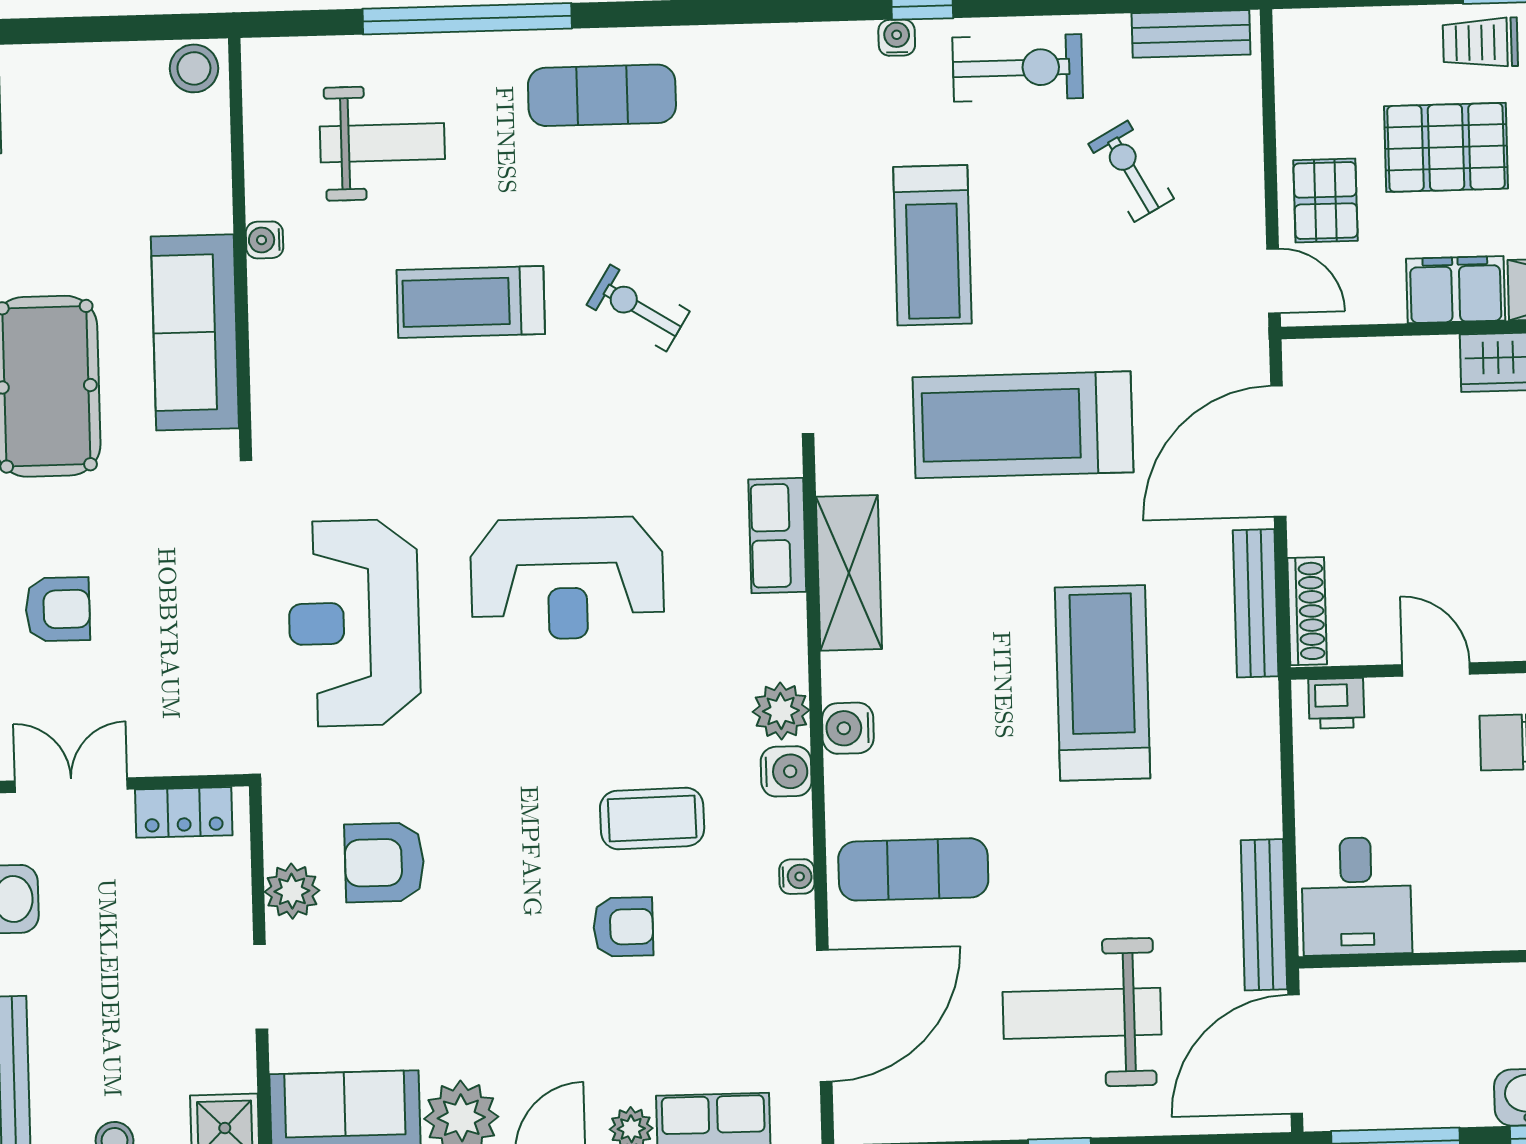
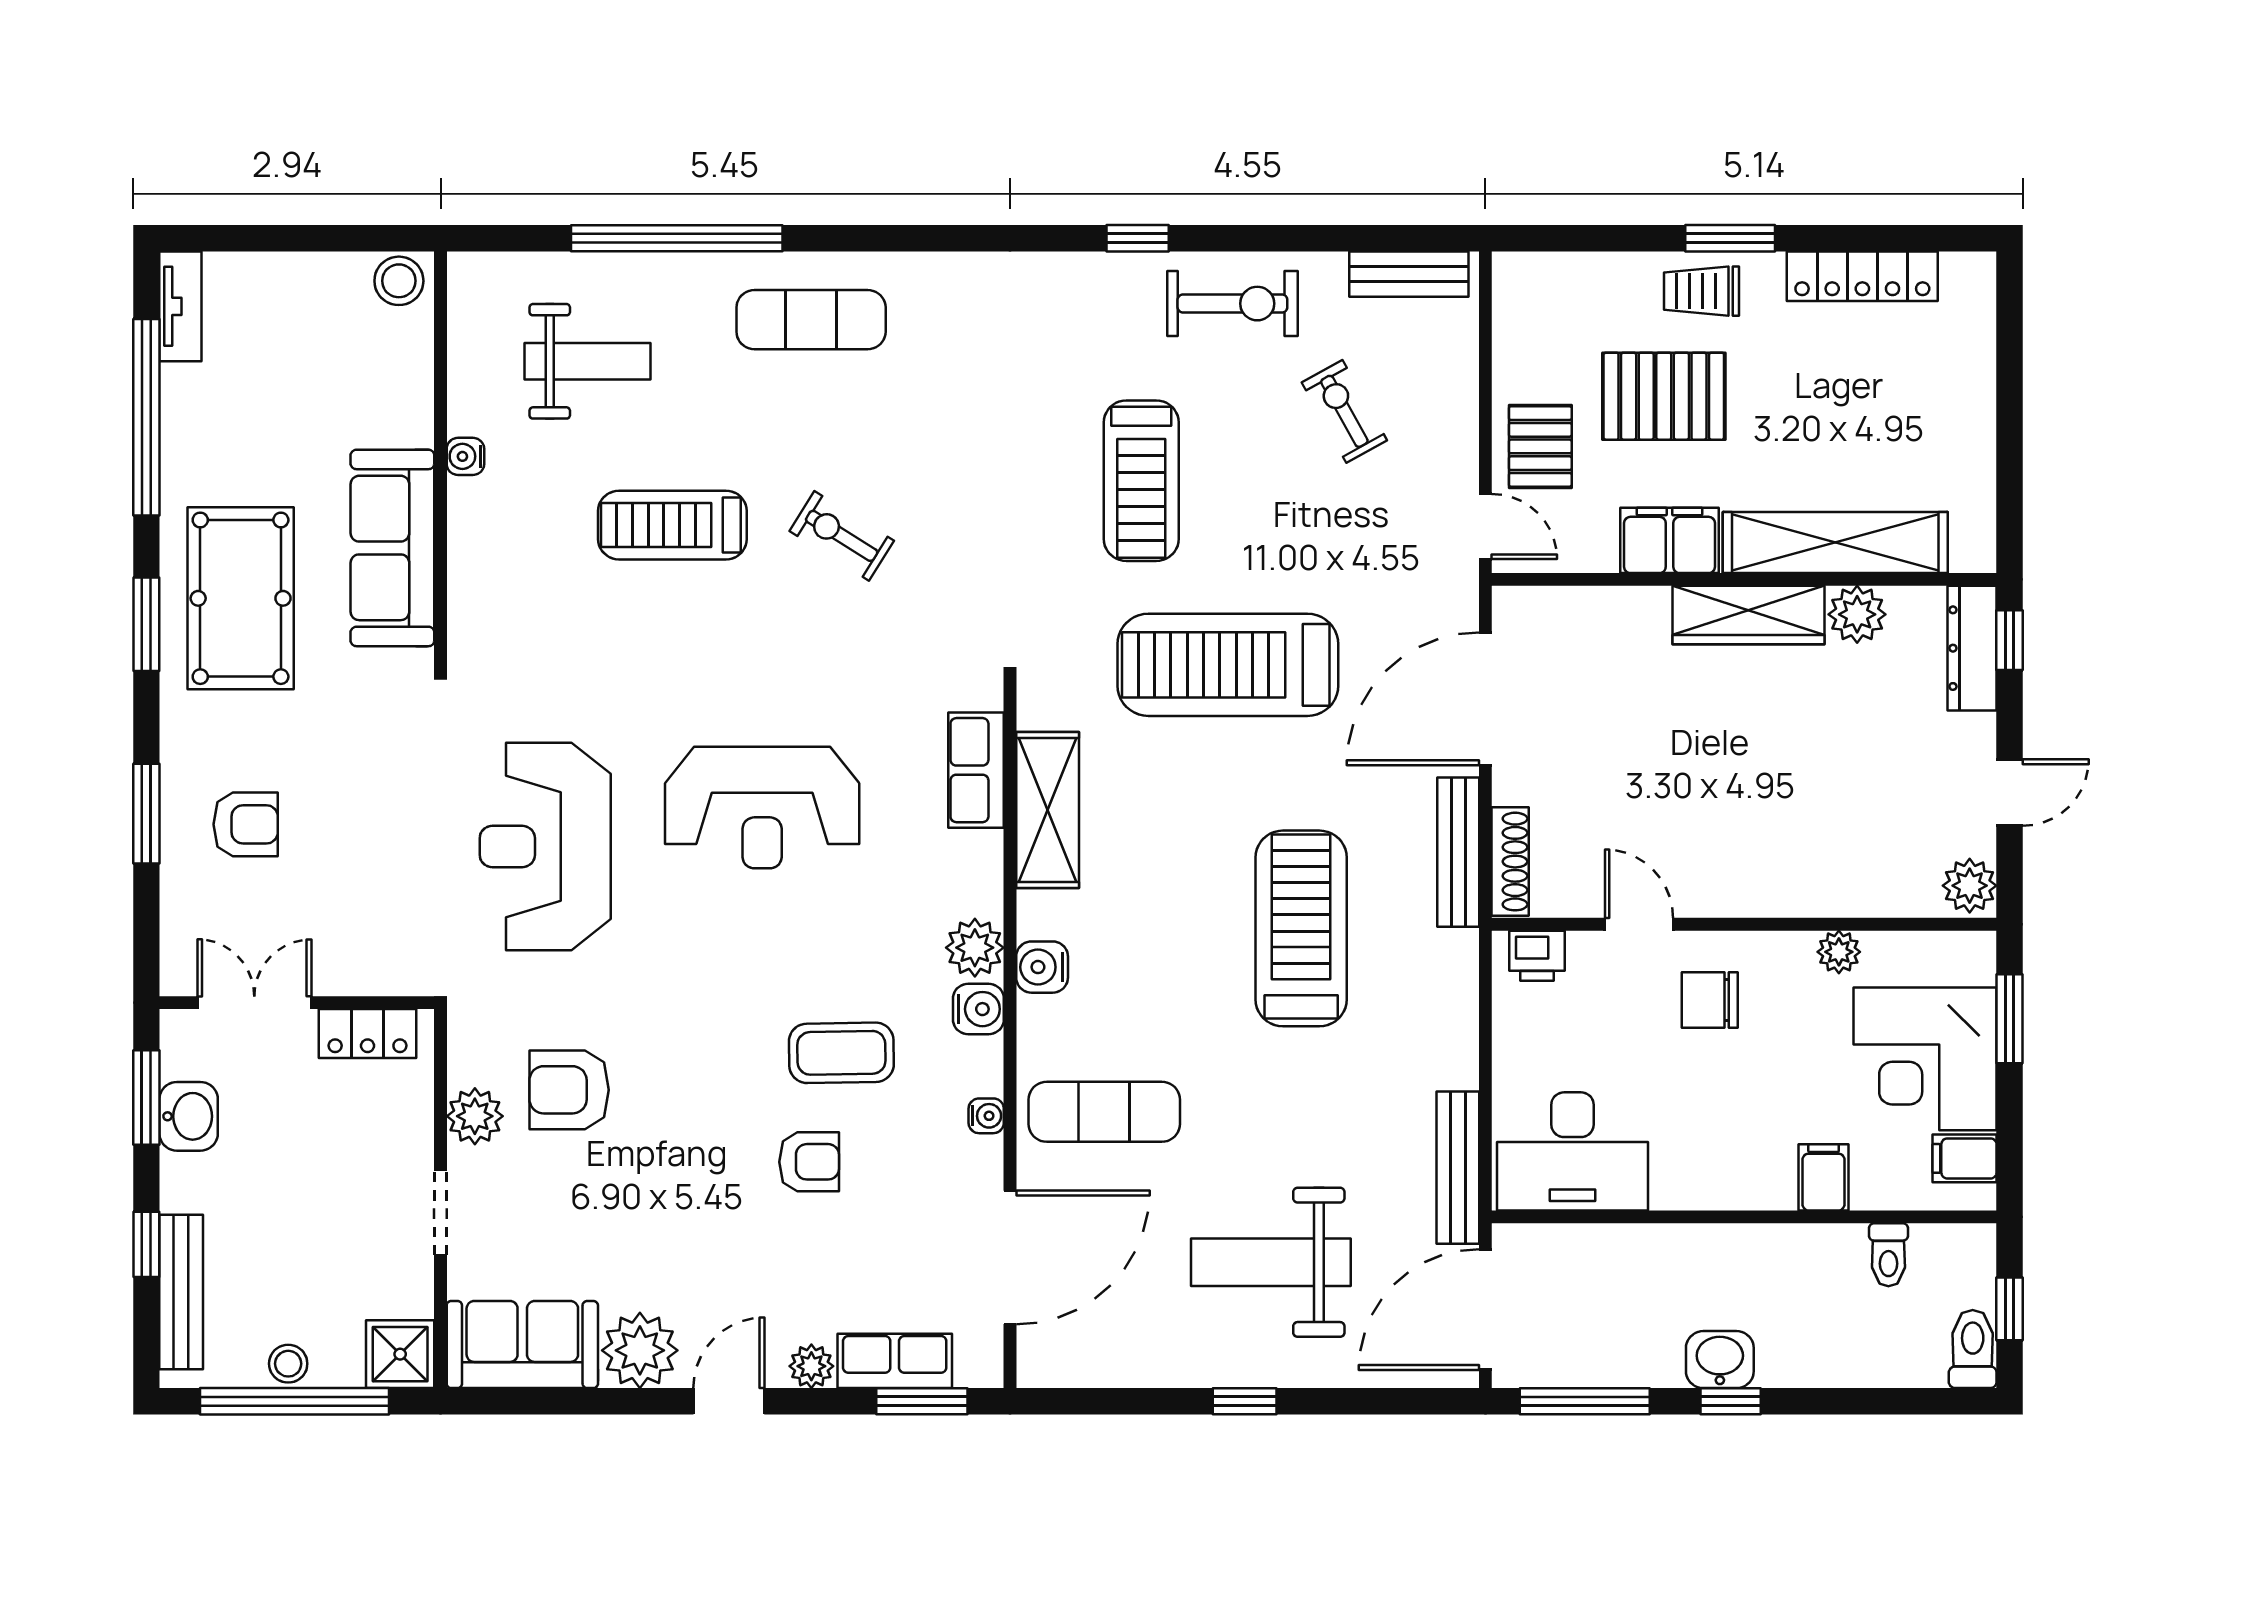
water cooler: (897, 38) -> (1111, 270), removed
desk: (1356, 896) -> (1572, 1151), width x1.37

